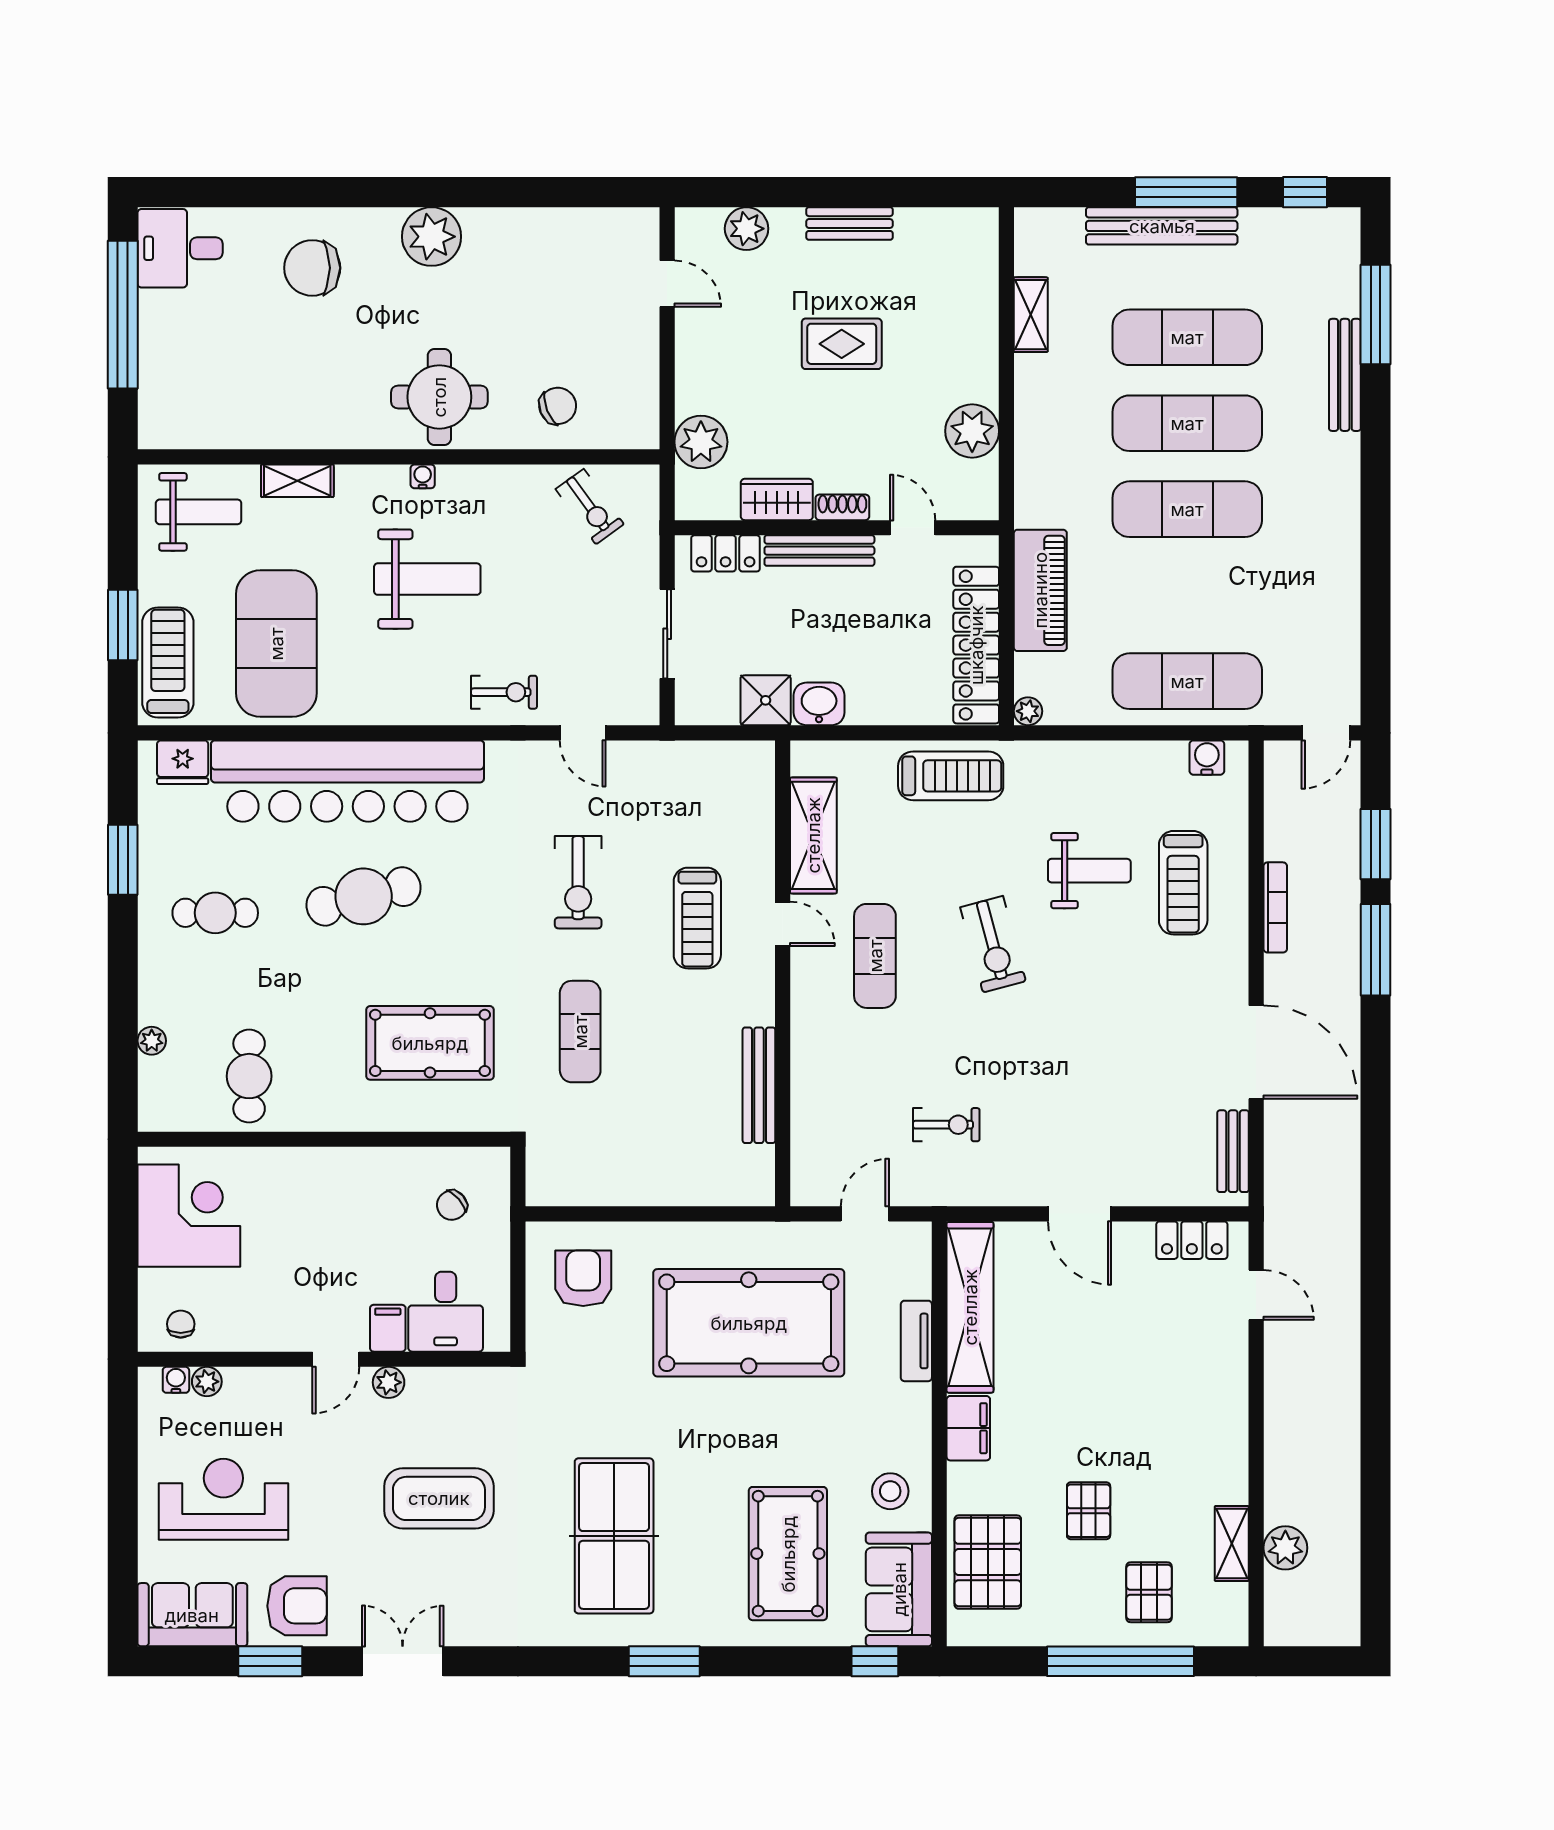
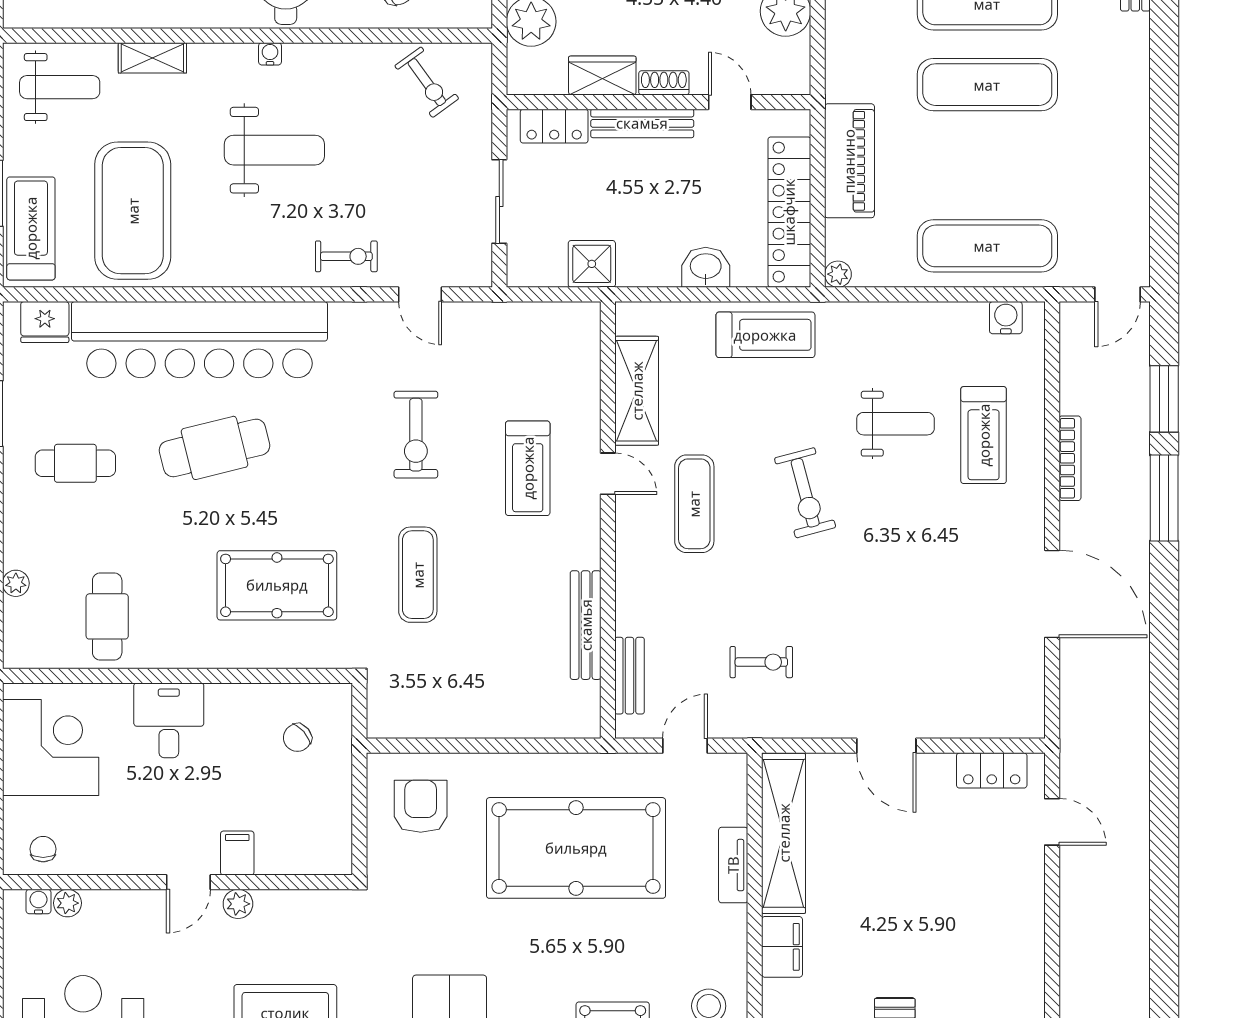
washbasin: (819, 704) -> (706, 267), moved
bench: (1233, 1151) -> (629, 676), moved
desk: (446, 1312) -> (169, 720), moved, turned 180

